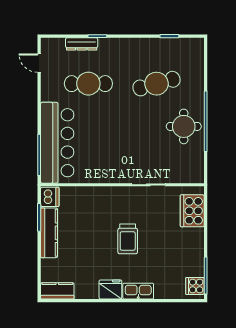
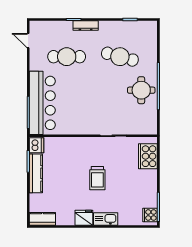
dresser: (82, 44) -> (86, 26), moved
cafe table: (156, 84) -> (120, 57), turned 30

